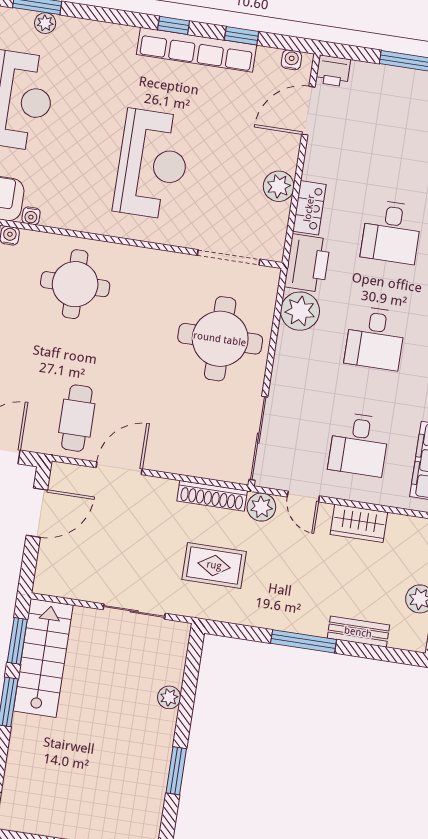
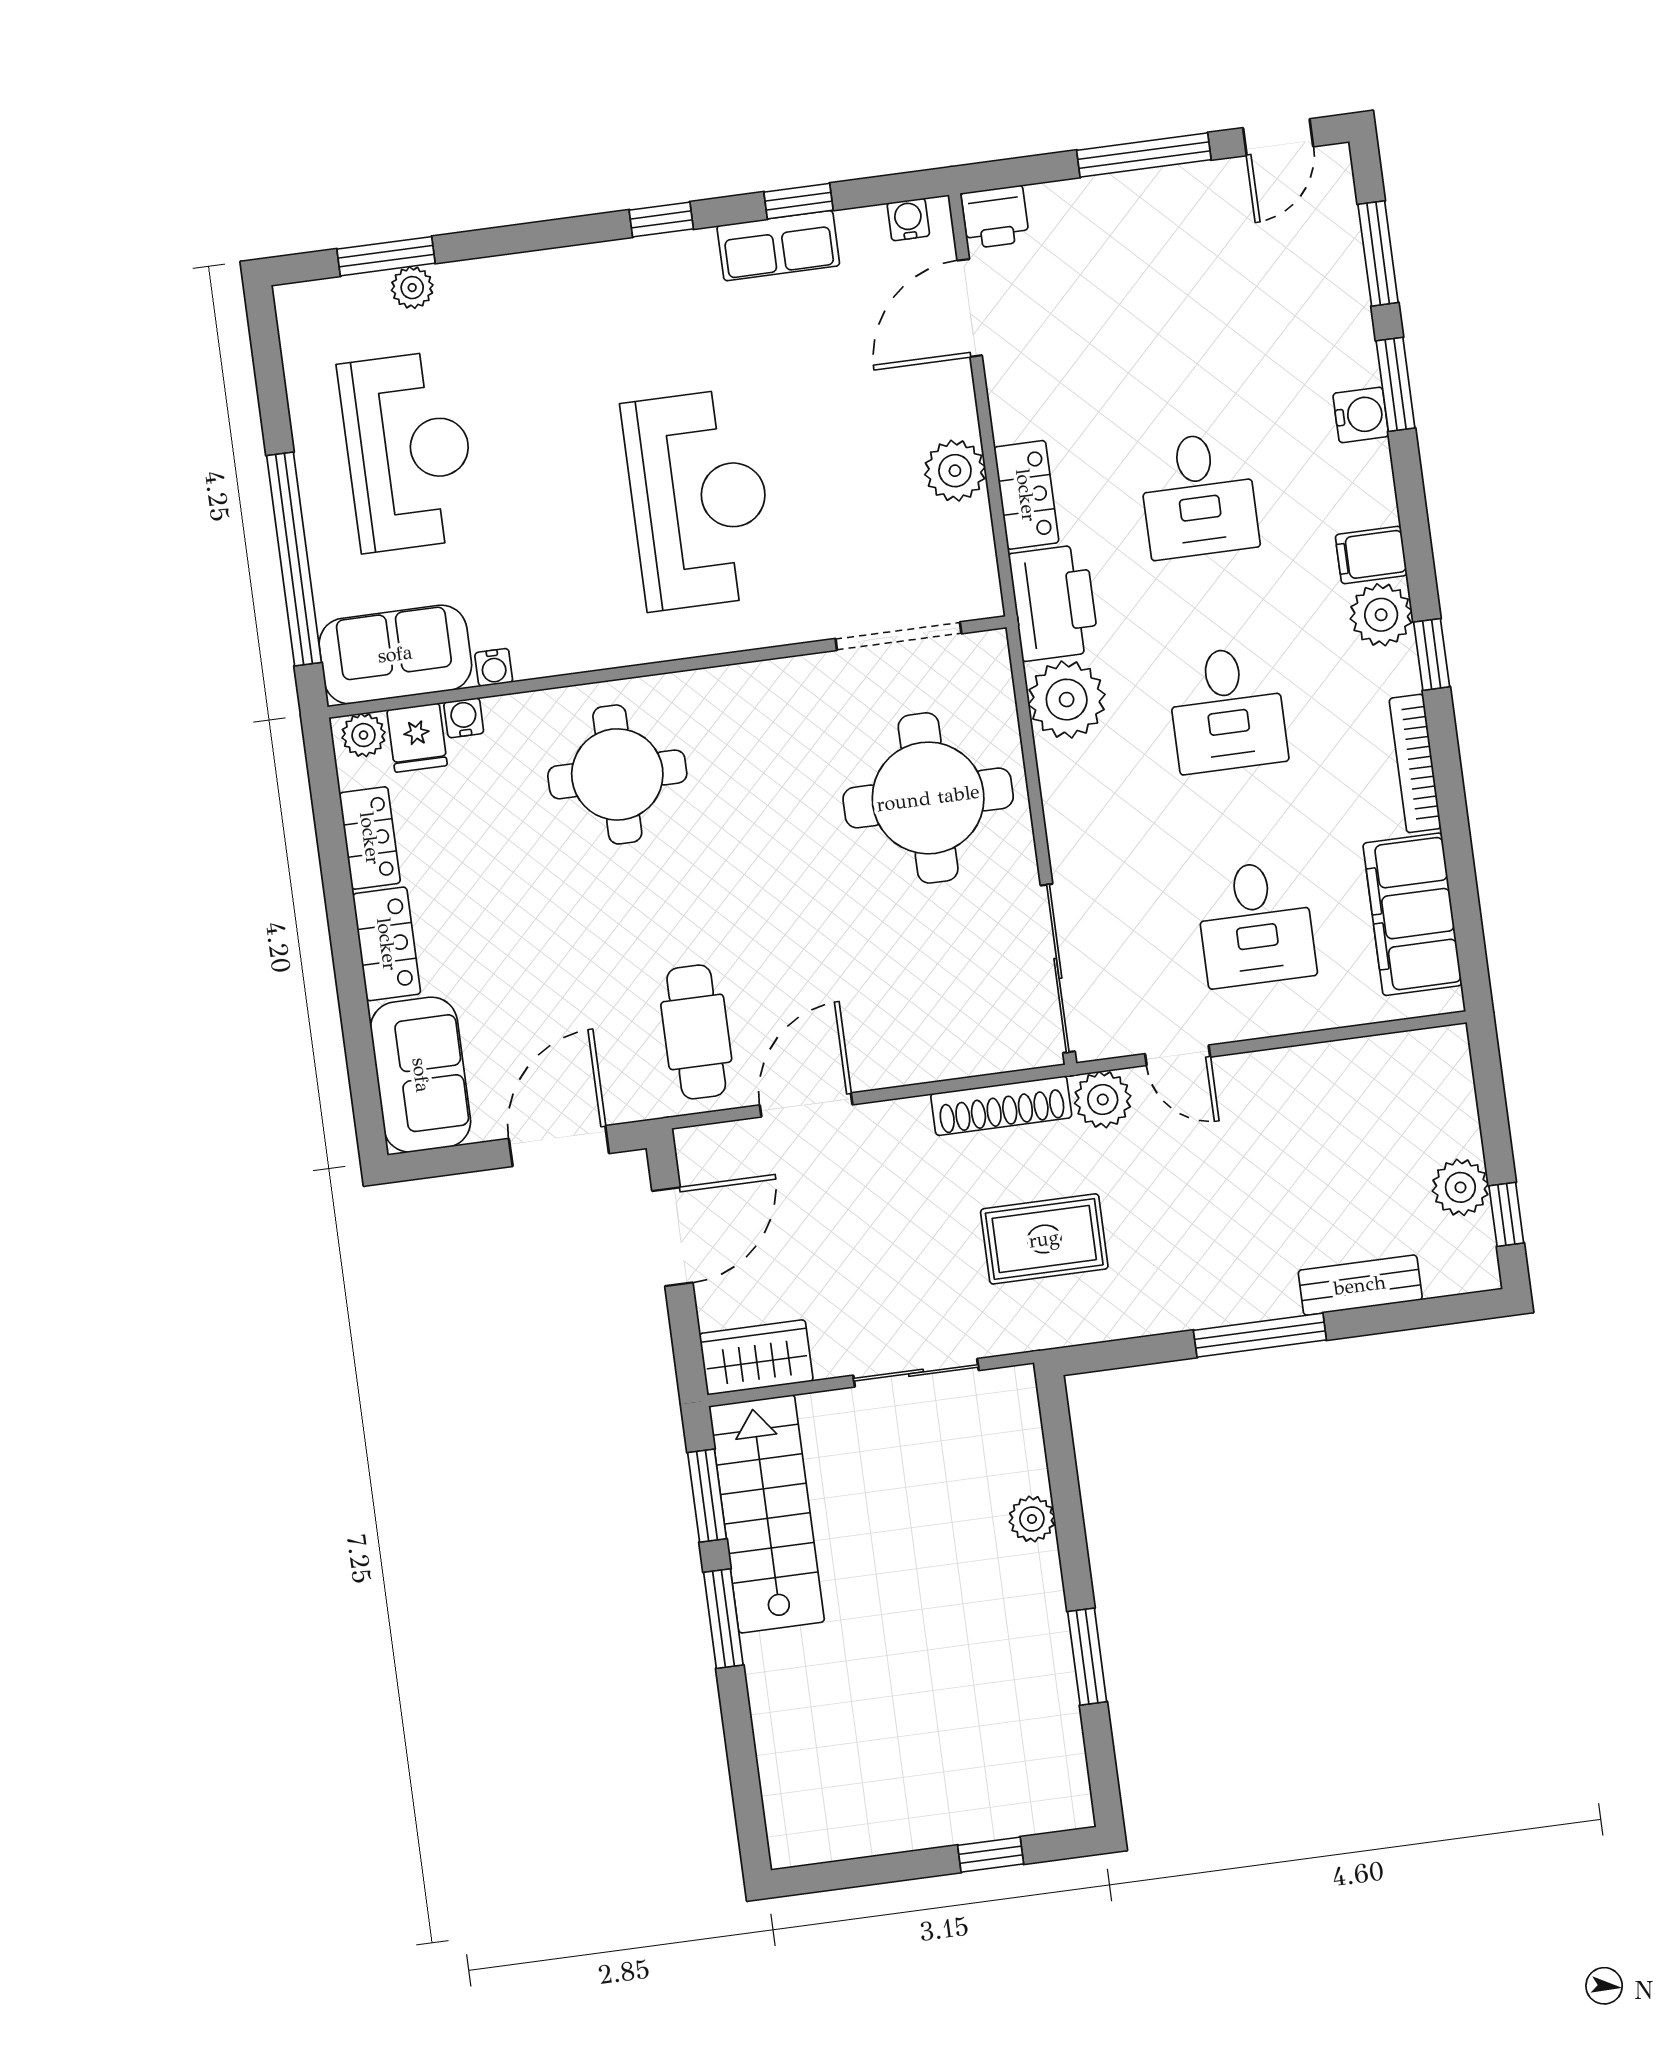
row of seats: (197, 50) -> (778, 246), width x0.50
wardrobe: (359, 523) -> (756, 1357), moved, turned 180

